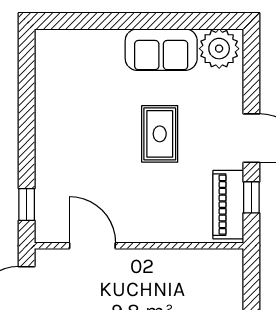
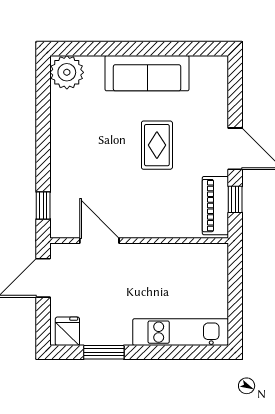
plant: (219, 49) -> (67, 72), moved
sofa: (161, 50) -> (147, 73), width x1.36

